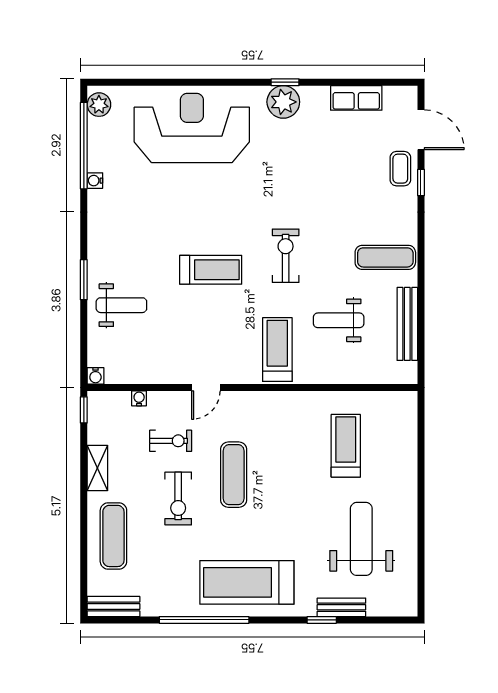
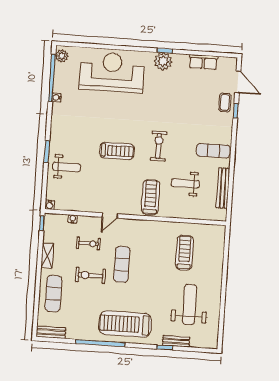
exercise bike: (178, 499) -> (90, 275), turned 90

